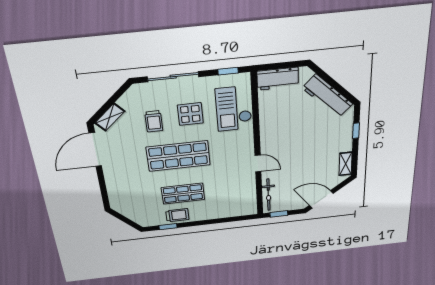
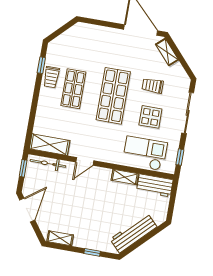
workbench: (278, 79) -> (155, 185), moved, turned -90
shelving: (266, 121) -> (125, 177), added
shelving: (248, 198) -> (50, 145), added

